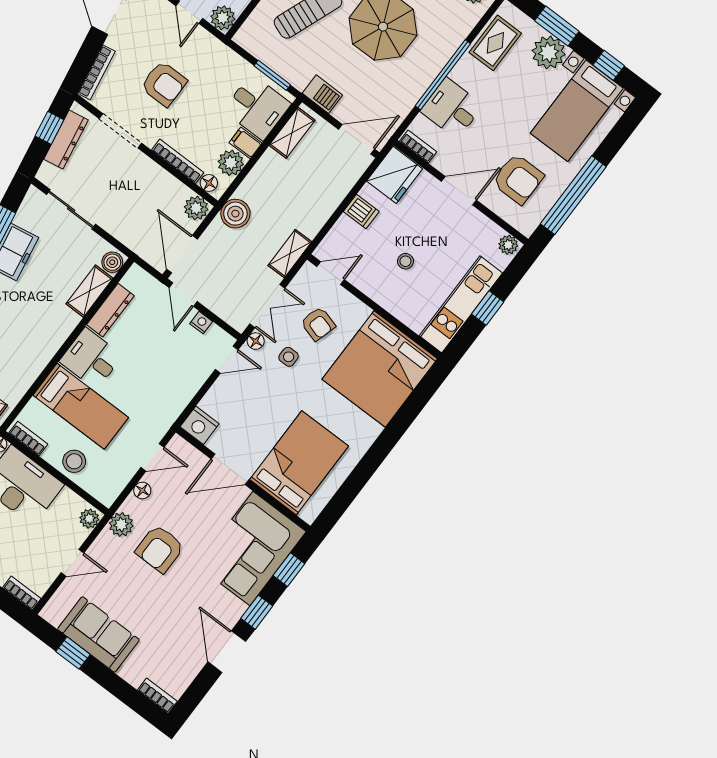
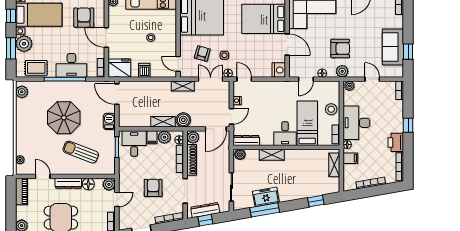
desk: (452, 108) -> (71, 65), width x1.37
shelving: (292, 133) -> (163, 122), moved
shoe rack: (162, 179) -> (192, 160), added
shelving: (89, 291) -> (272, 155), moved
dresser: (110, 310) -> (246, 141), moved
door: (152, 457) -> (306, 79), swing flipped

